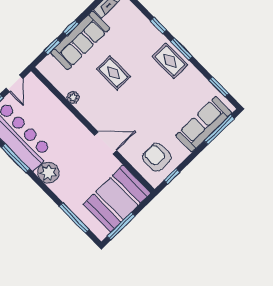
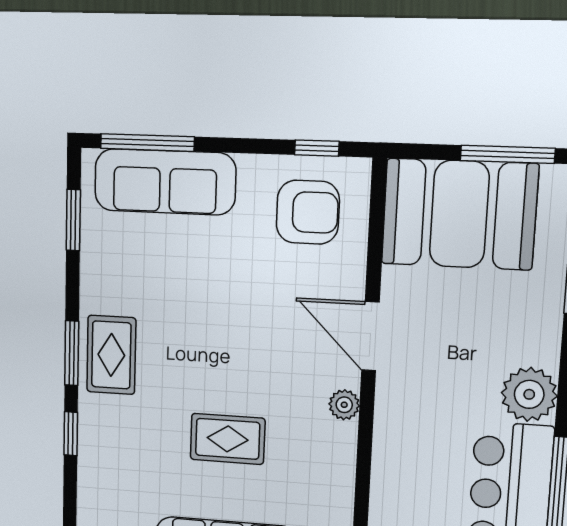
rug: (114, 73) -> (228, 439), turned 90
plant: (73, 97) -> (344, 405), moved
armchair: (157, 157) -> (308, 212), turned -90

